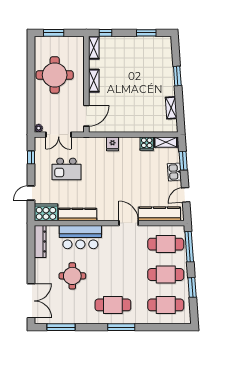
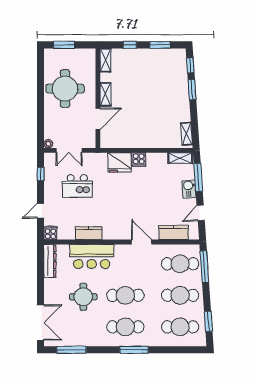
window: (105, 33) -> (130, 45), moved
window: (176, 53) -> (190, 65), added
shelving: (171, 108) -> (187, 134), moved
door: (86, 116) -> (98, 119), moved
fridge: (112, 144) -> (119, 162), width x1.88, depth x1.34
cooker: (147, 144) -> (139, 160), moved
window: (183, 161) -> (198, 177), width x1.44
cooker: (46, 212) -> (50, 233), width x0.53, depth x0.76
kitchen counter: (159, 214) -> (174, 232), width x0.67
kitchen counter: (78, 215) -> (89, 233), width x0.67
cafe table: (113, 275) -> (125, 295), added
window: (192, 287) -> (208, 321), moved

